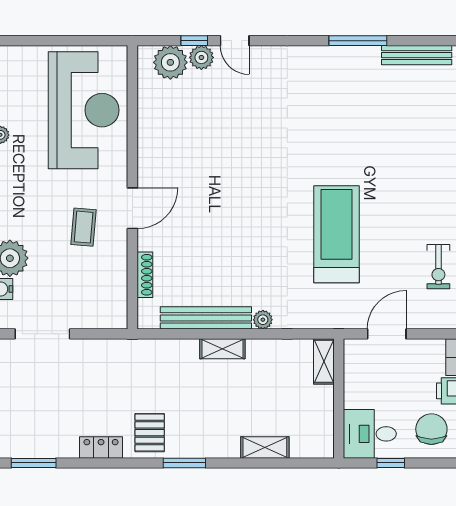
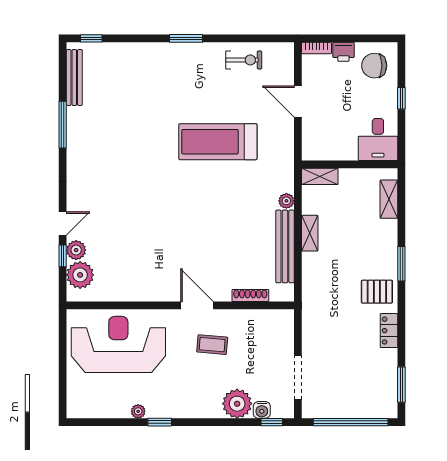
shelving: (324, 361) -> (320, 176), moved
wall: (339, 398) -> (350, 164), moved
desk: (370, 434) -> (378, 139), moved

